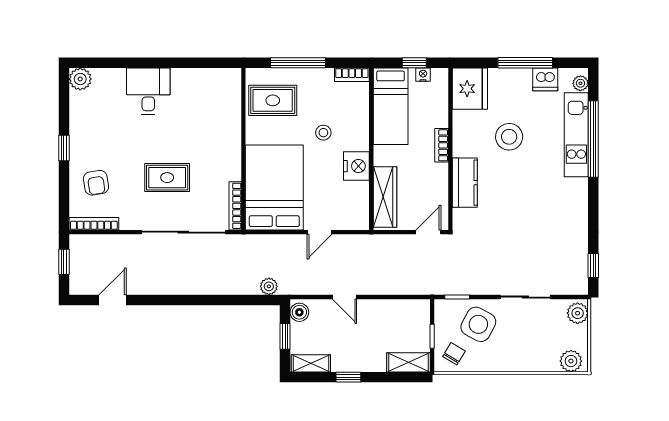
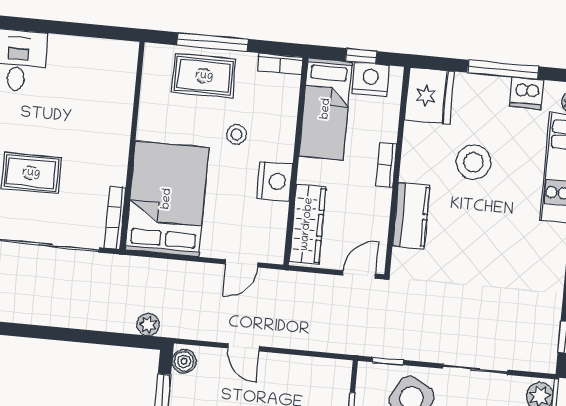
nightstand: (423, 75) -> (370, 79), width x1.89, depth x1.79
rug: (273, 100) -> (204, 76), moved
door: (319, 232) -> (242, 263), moved

